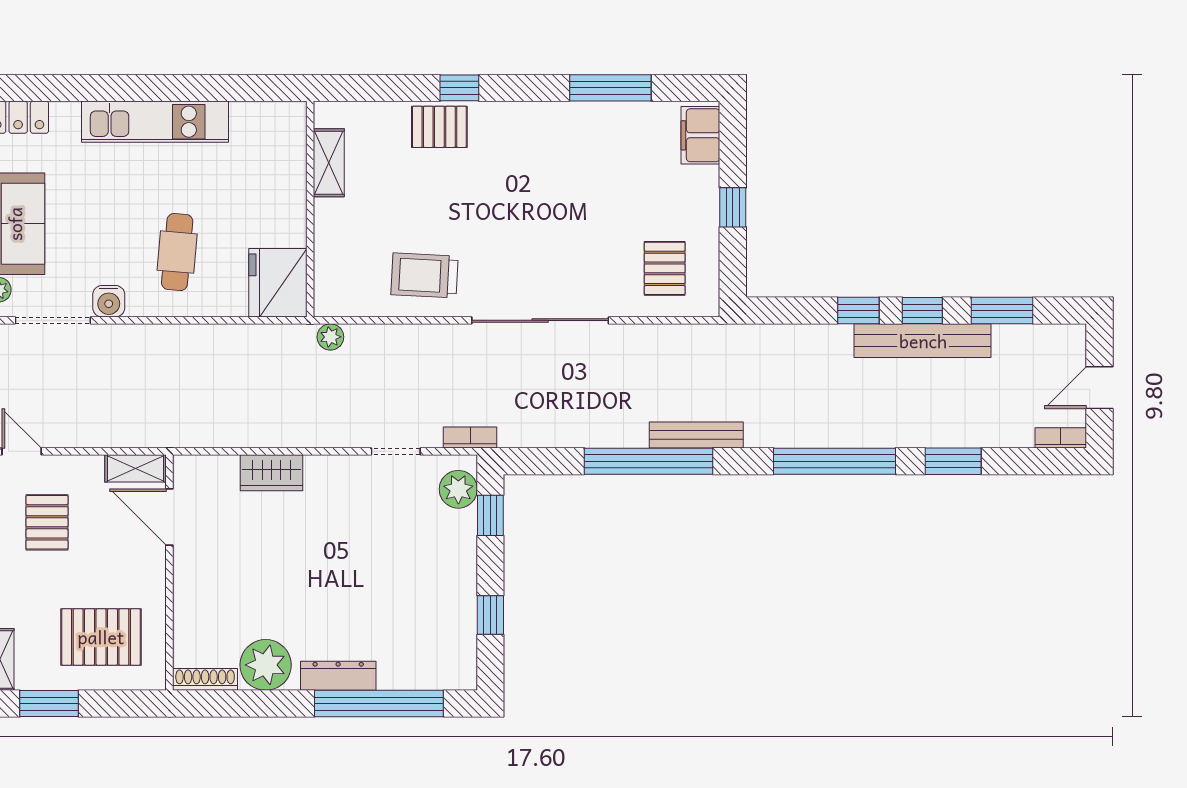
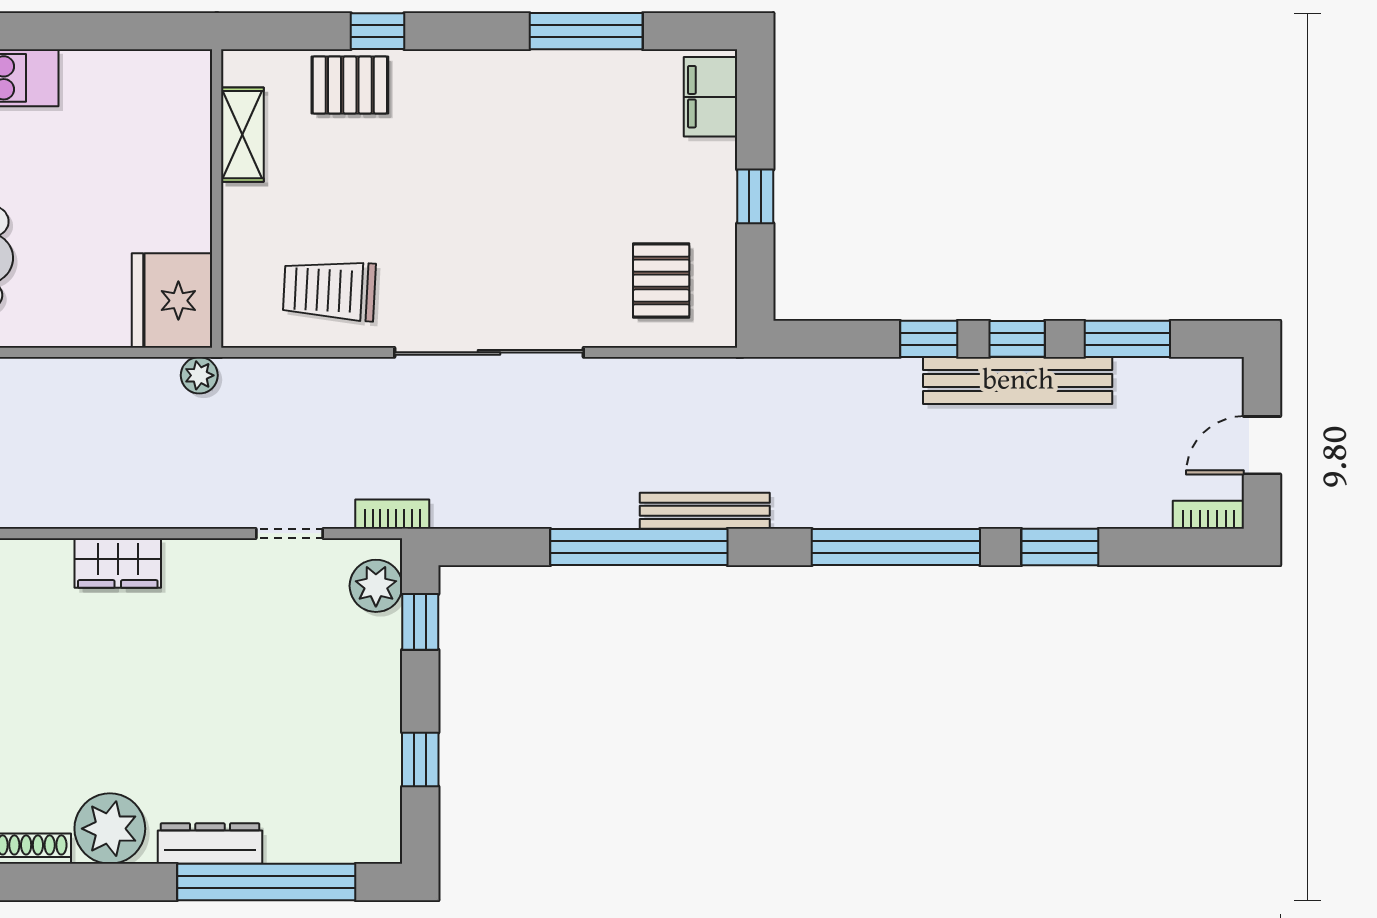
shelving: (329, 163) -> (242, 135), moved
wall: (310, 209) -> (217, 199), moved
fridge: (278, 283) -> (172, 301), moved

